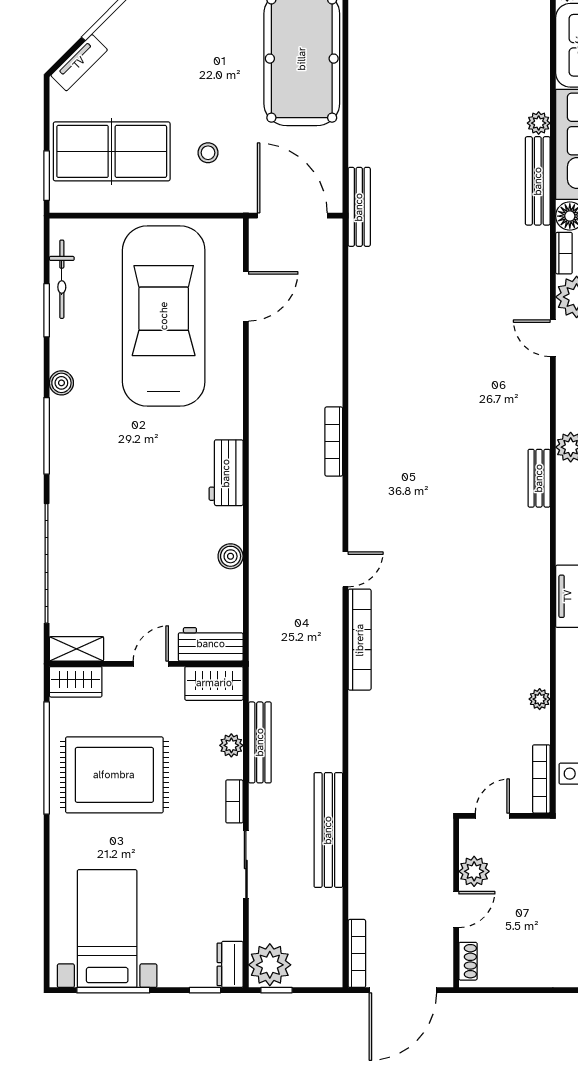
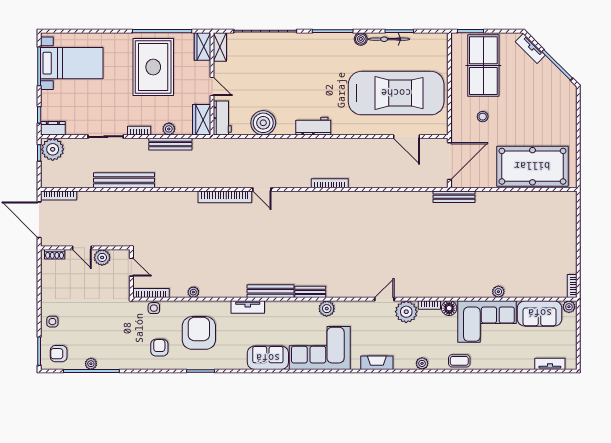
bench: (538, 181) -> (270, 291), moved
bicycle: (62, 279) -> (389, 39), moved
boiler: (231, 556) -> (263, 123), width x1.86, depth x1.86

